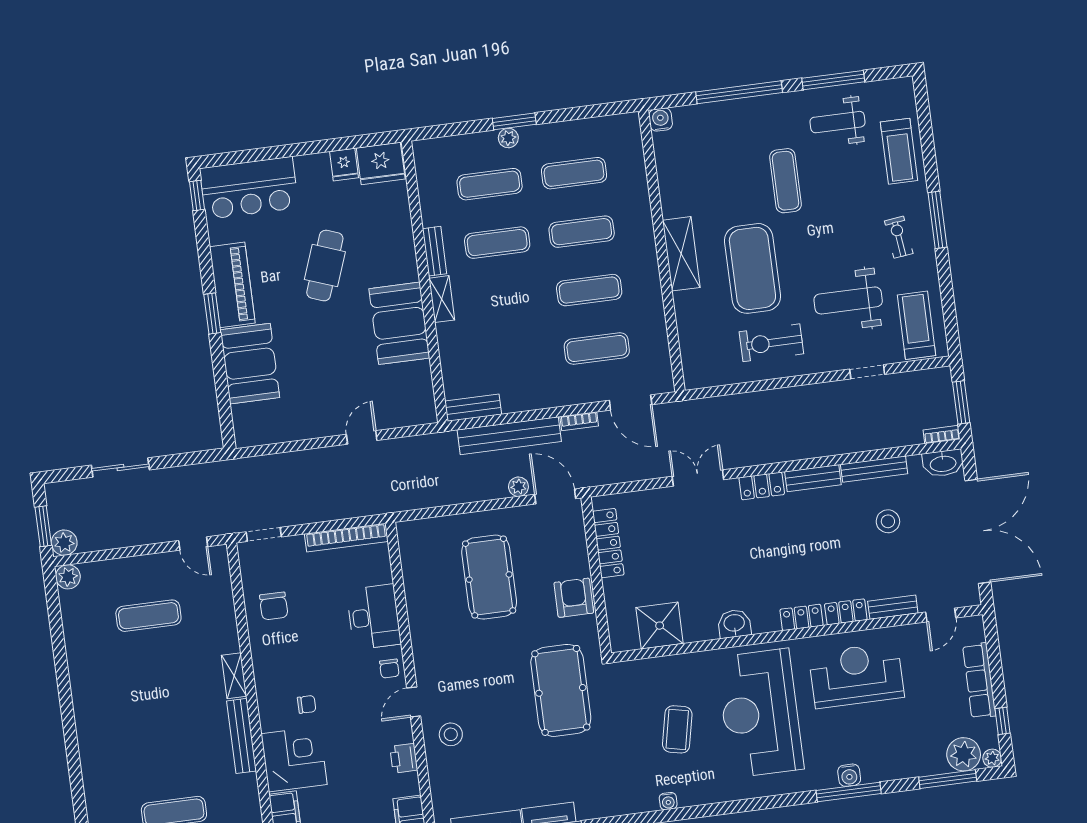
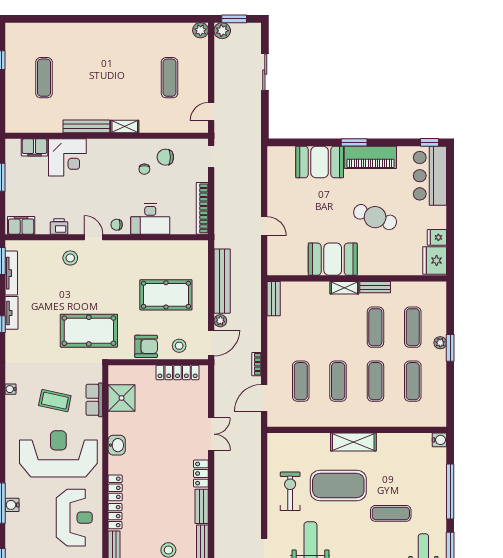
bench: (509, 436) -> (222, 281), moved
stool: (566, 546) -> (179, 346), added
row of seats: (668, 668) -> (94, 400), added
chair: (307, 704) -> (144, 169), moved

